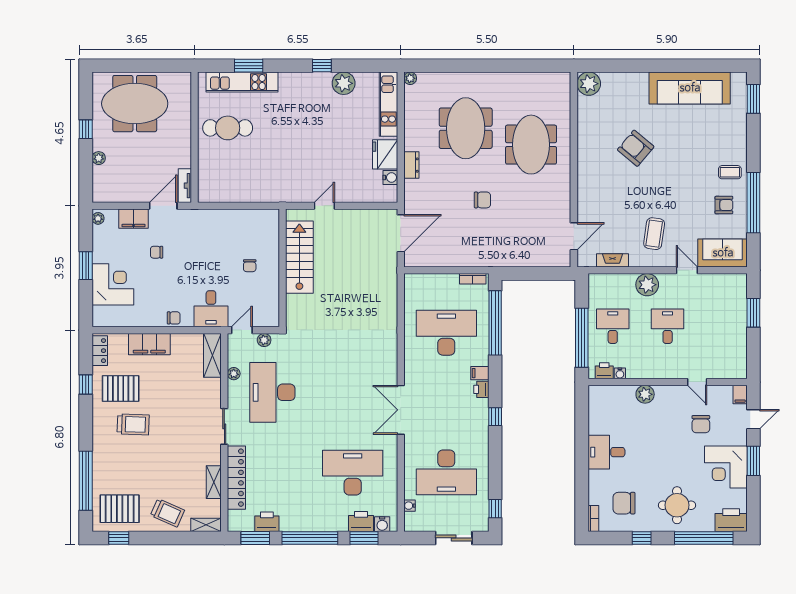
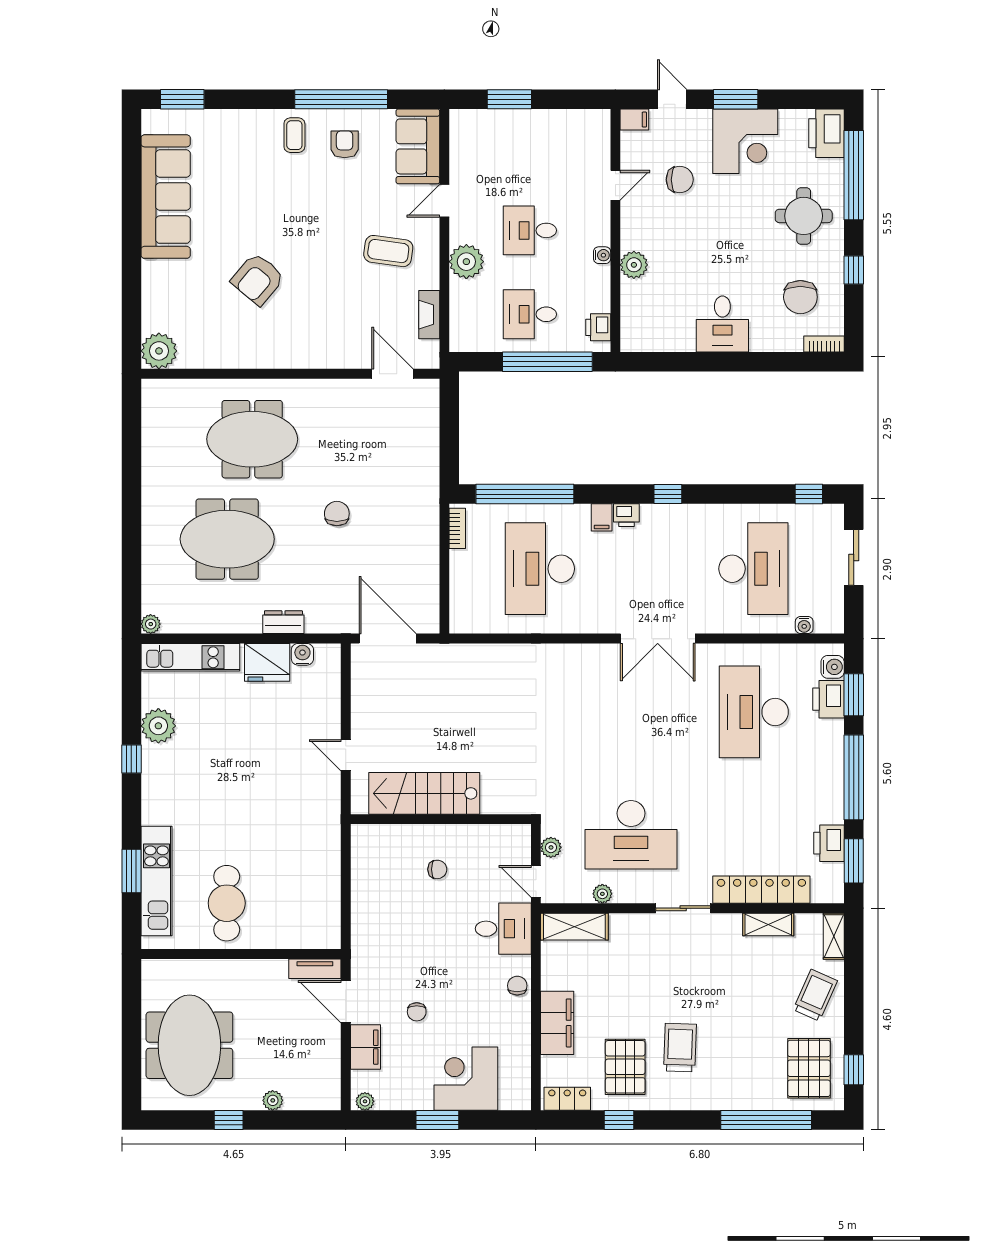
water cooler: (620, 373) -> (602, 255), moved

